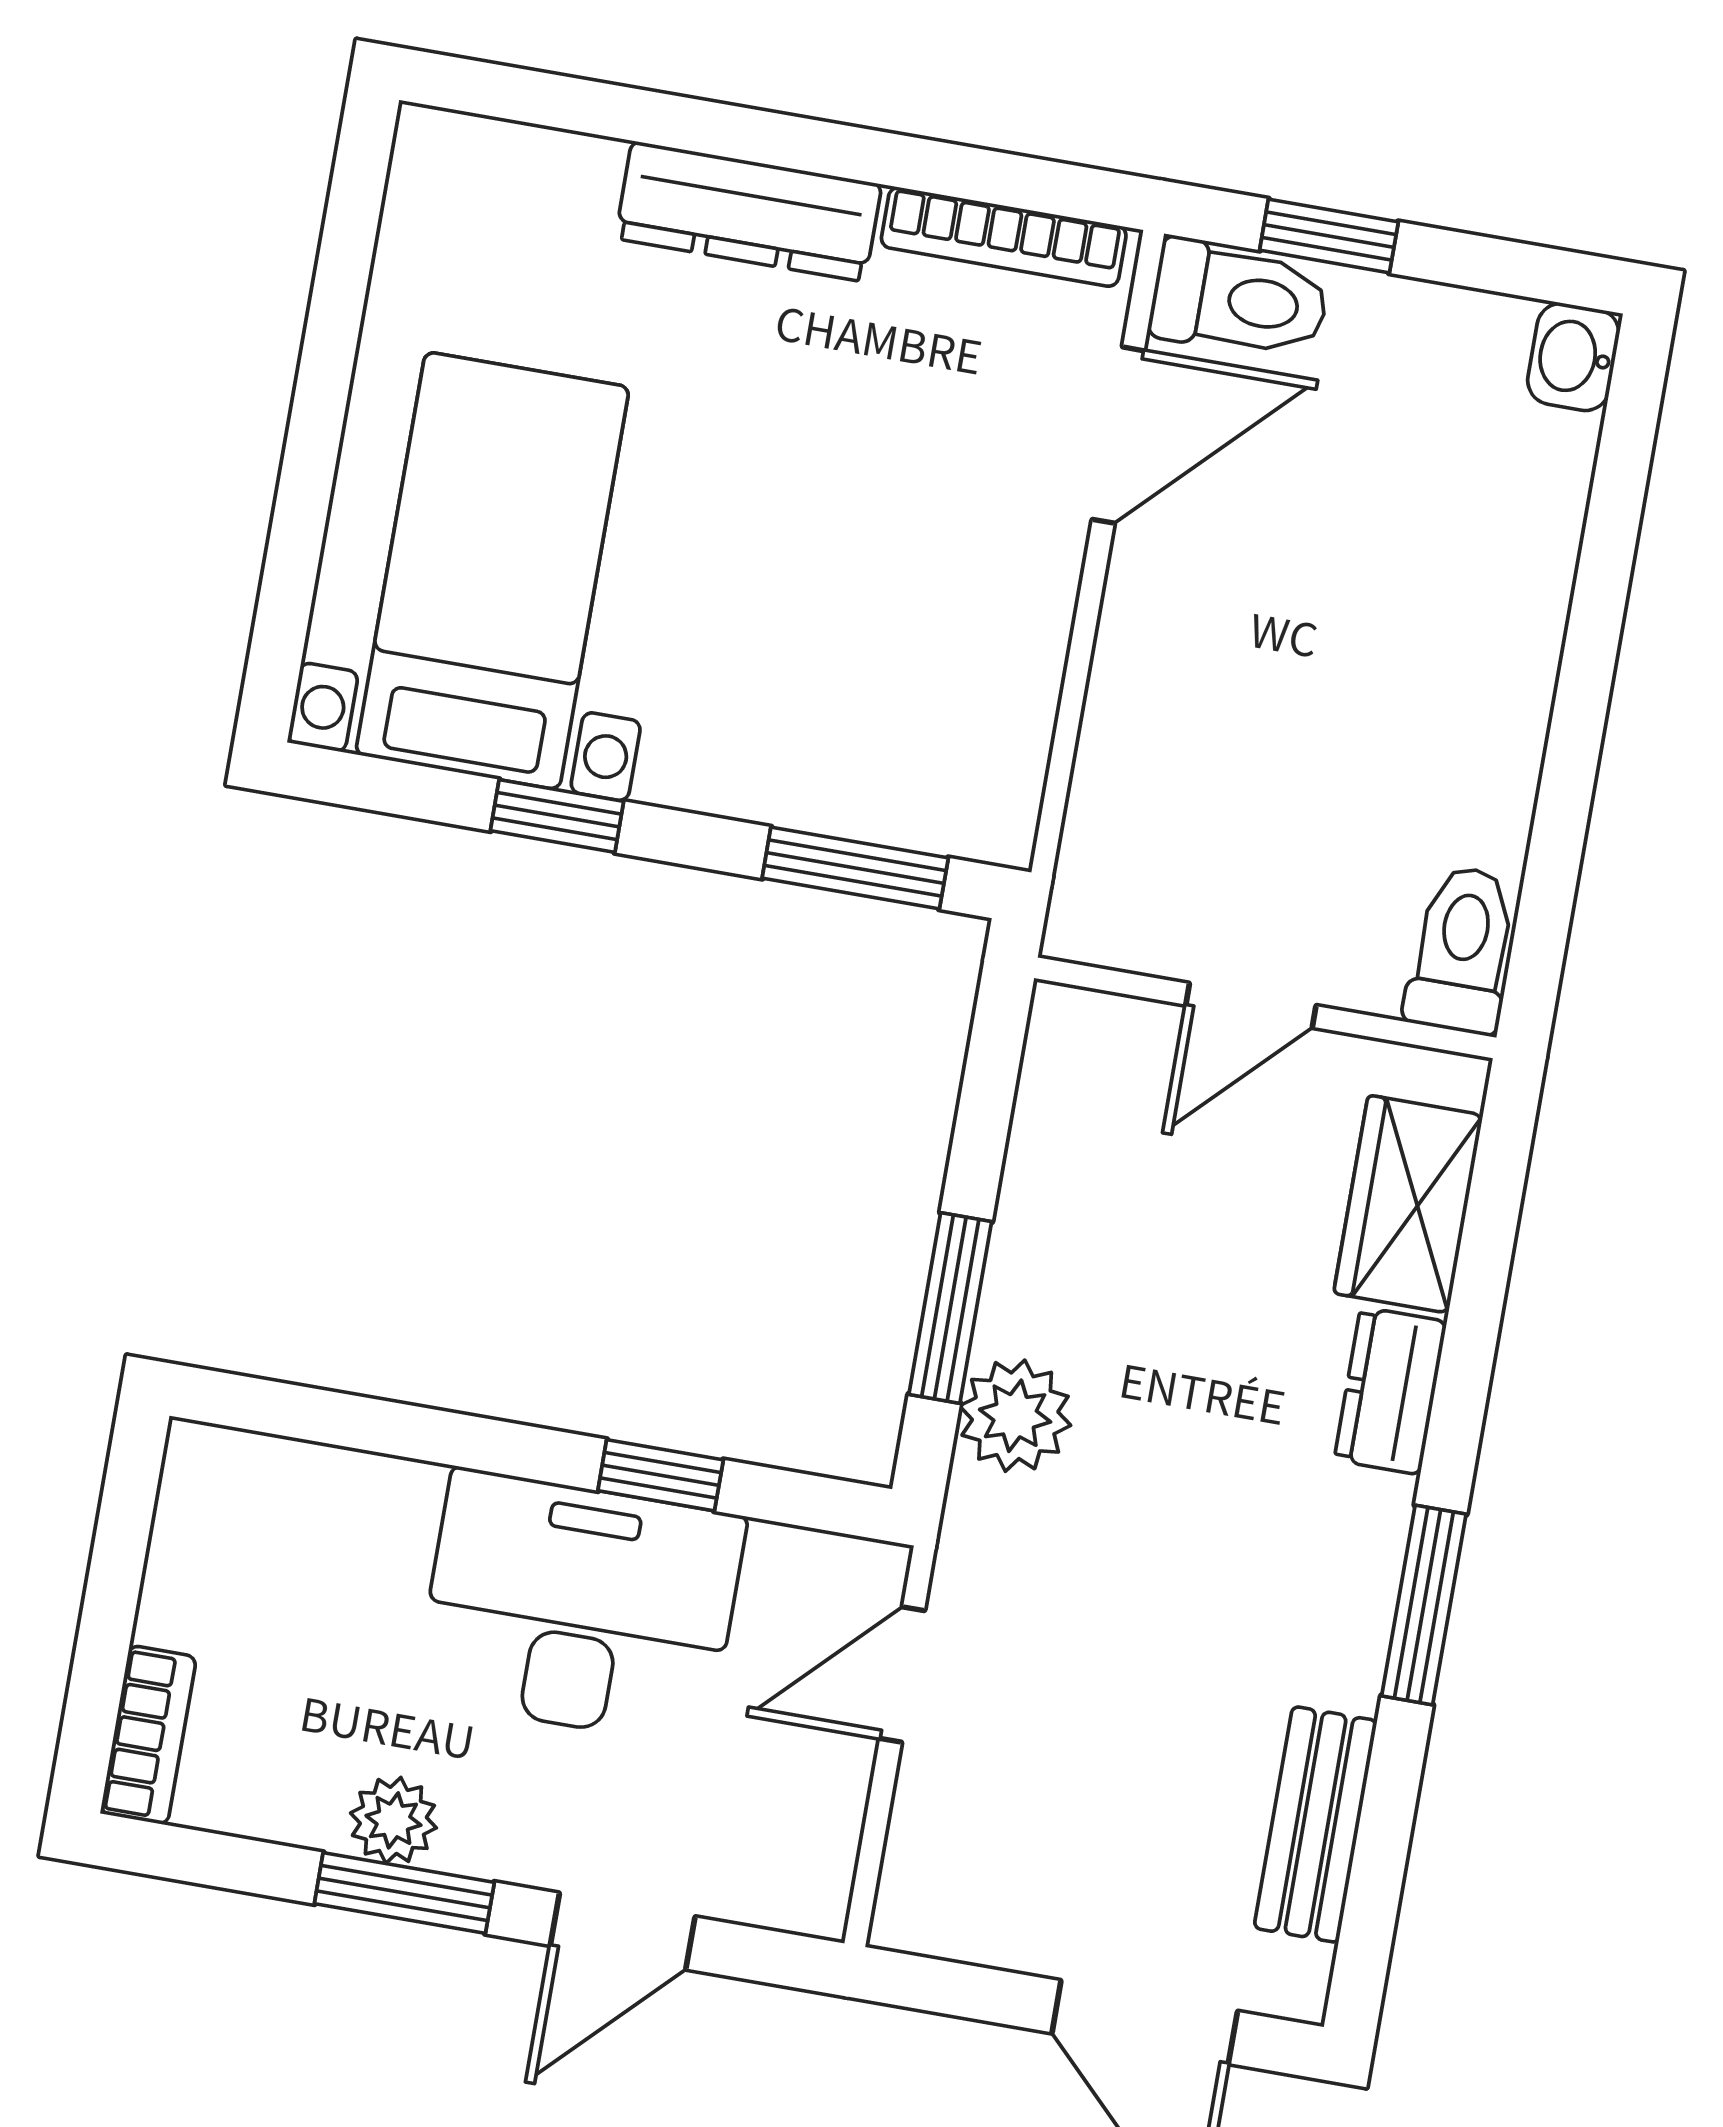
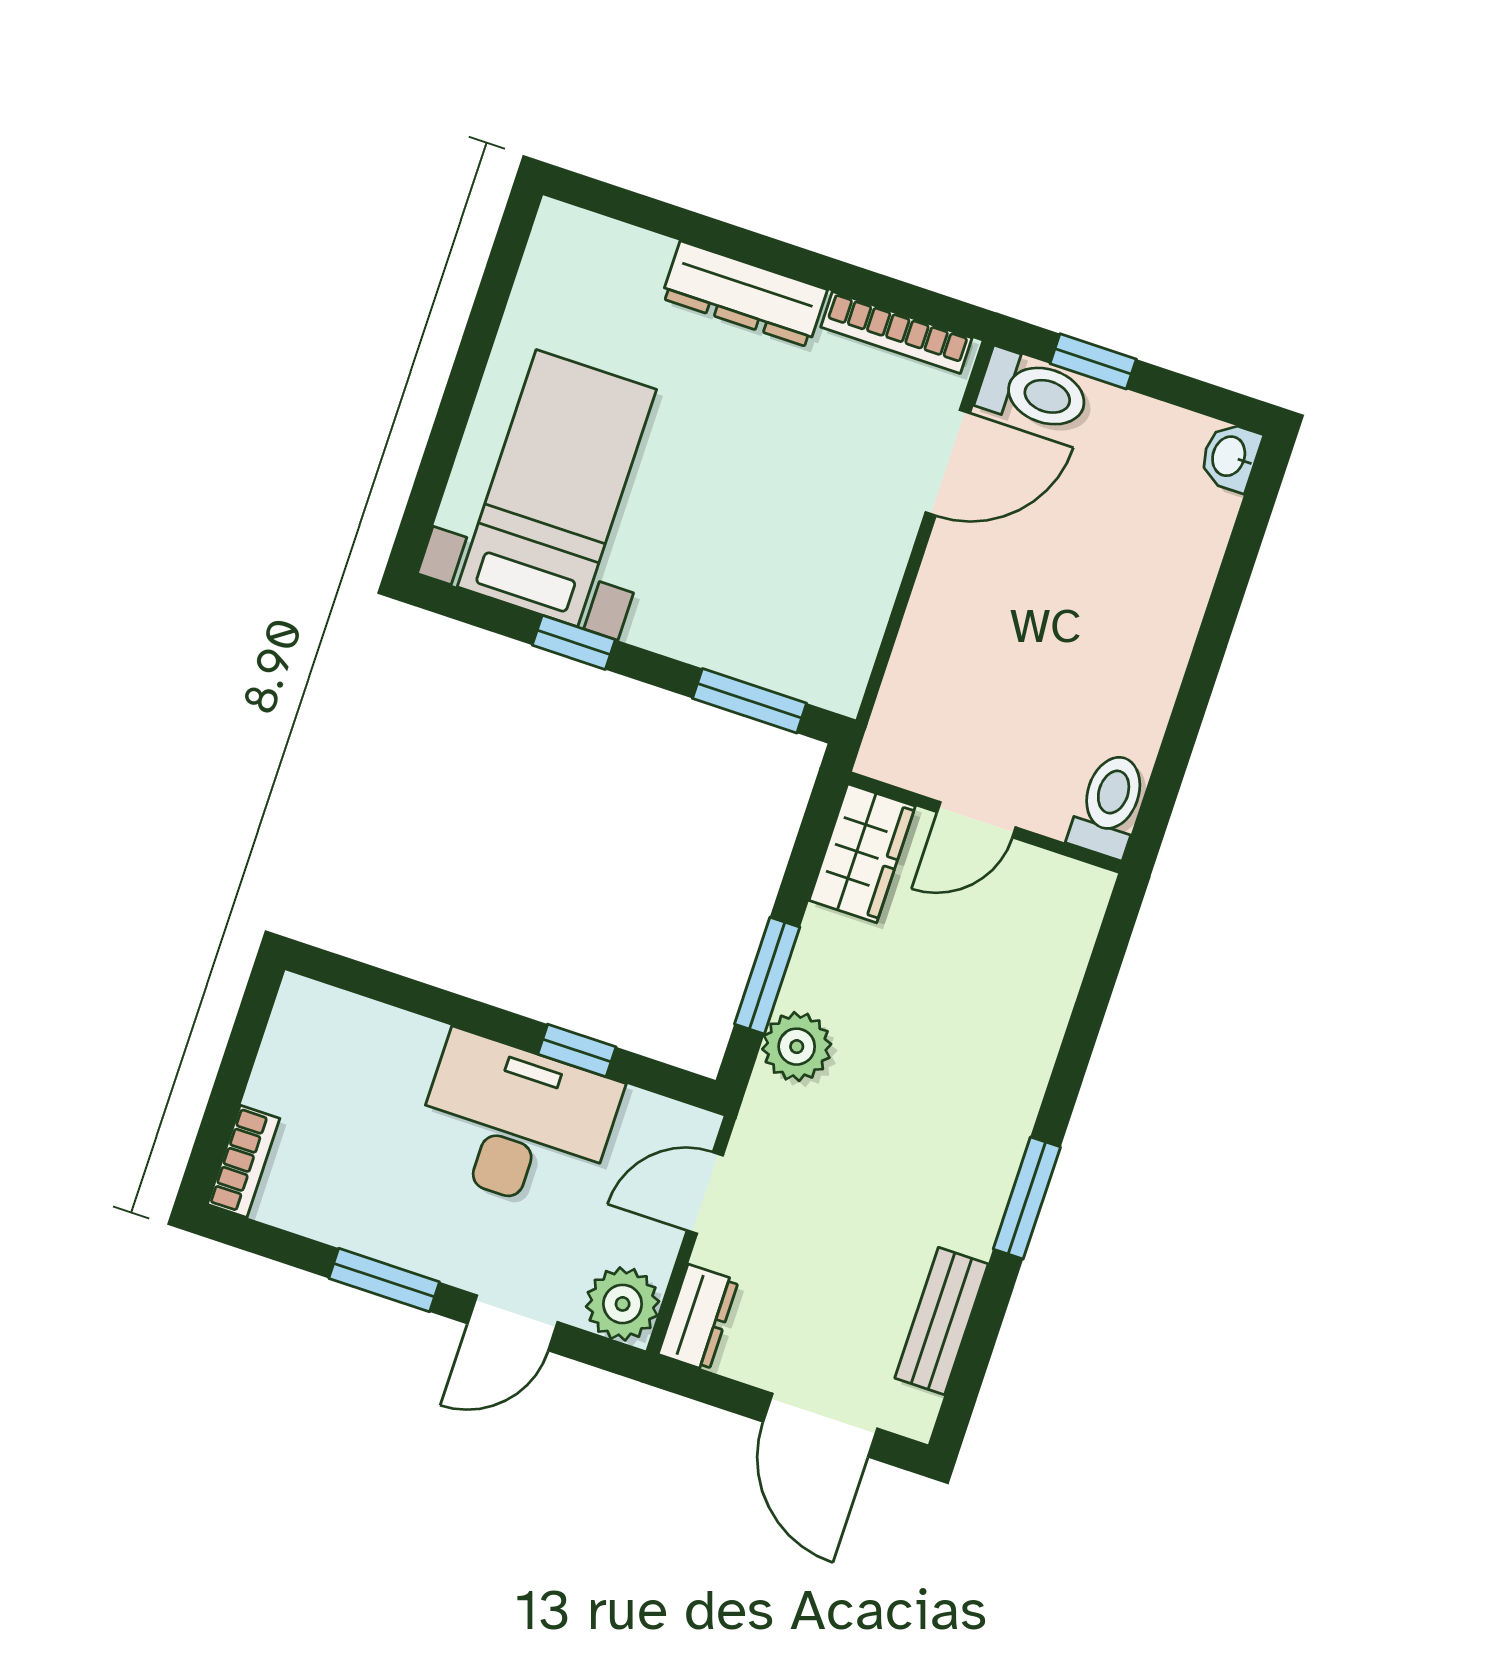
wardrobe: (1408, 1204) -> (862, 853), moved, turned 180
dresser: (1390, 1391) -> (698, 1318), moved, turned 180
plant: (393, 1820) -> (623, 1304), moved, width x1.38, depth x1.38

